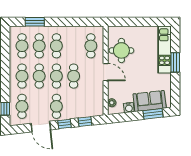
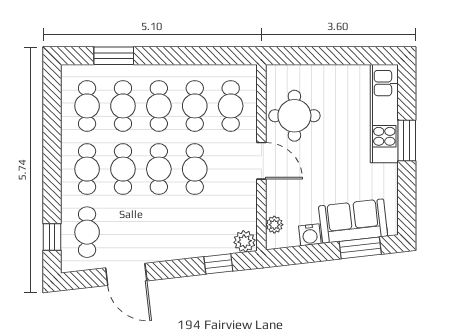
cafe table: (56, 106) -> (195, 106), moved
plant: (97, 111) -> (245, 241), added
window: (64, 124) -> (176, 269), removed

